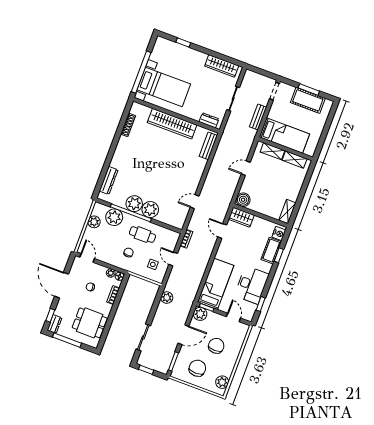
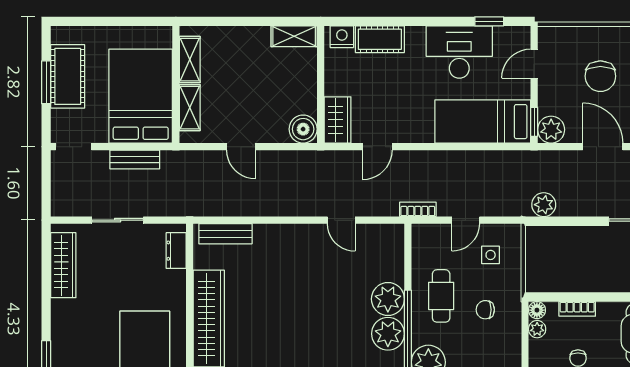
bed: (284, 136) -> (141, 96), width x1.50
window: (279, 255) -> (383, 21), removed
chair: (216, 346) -> (600, 76), turned -90

